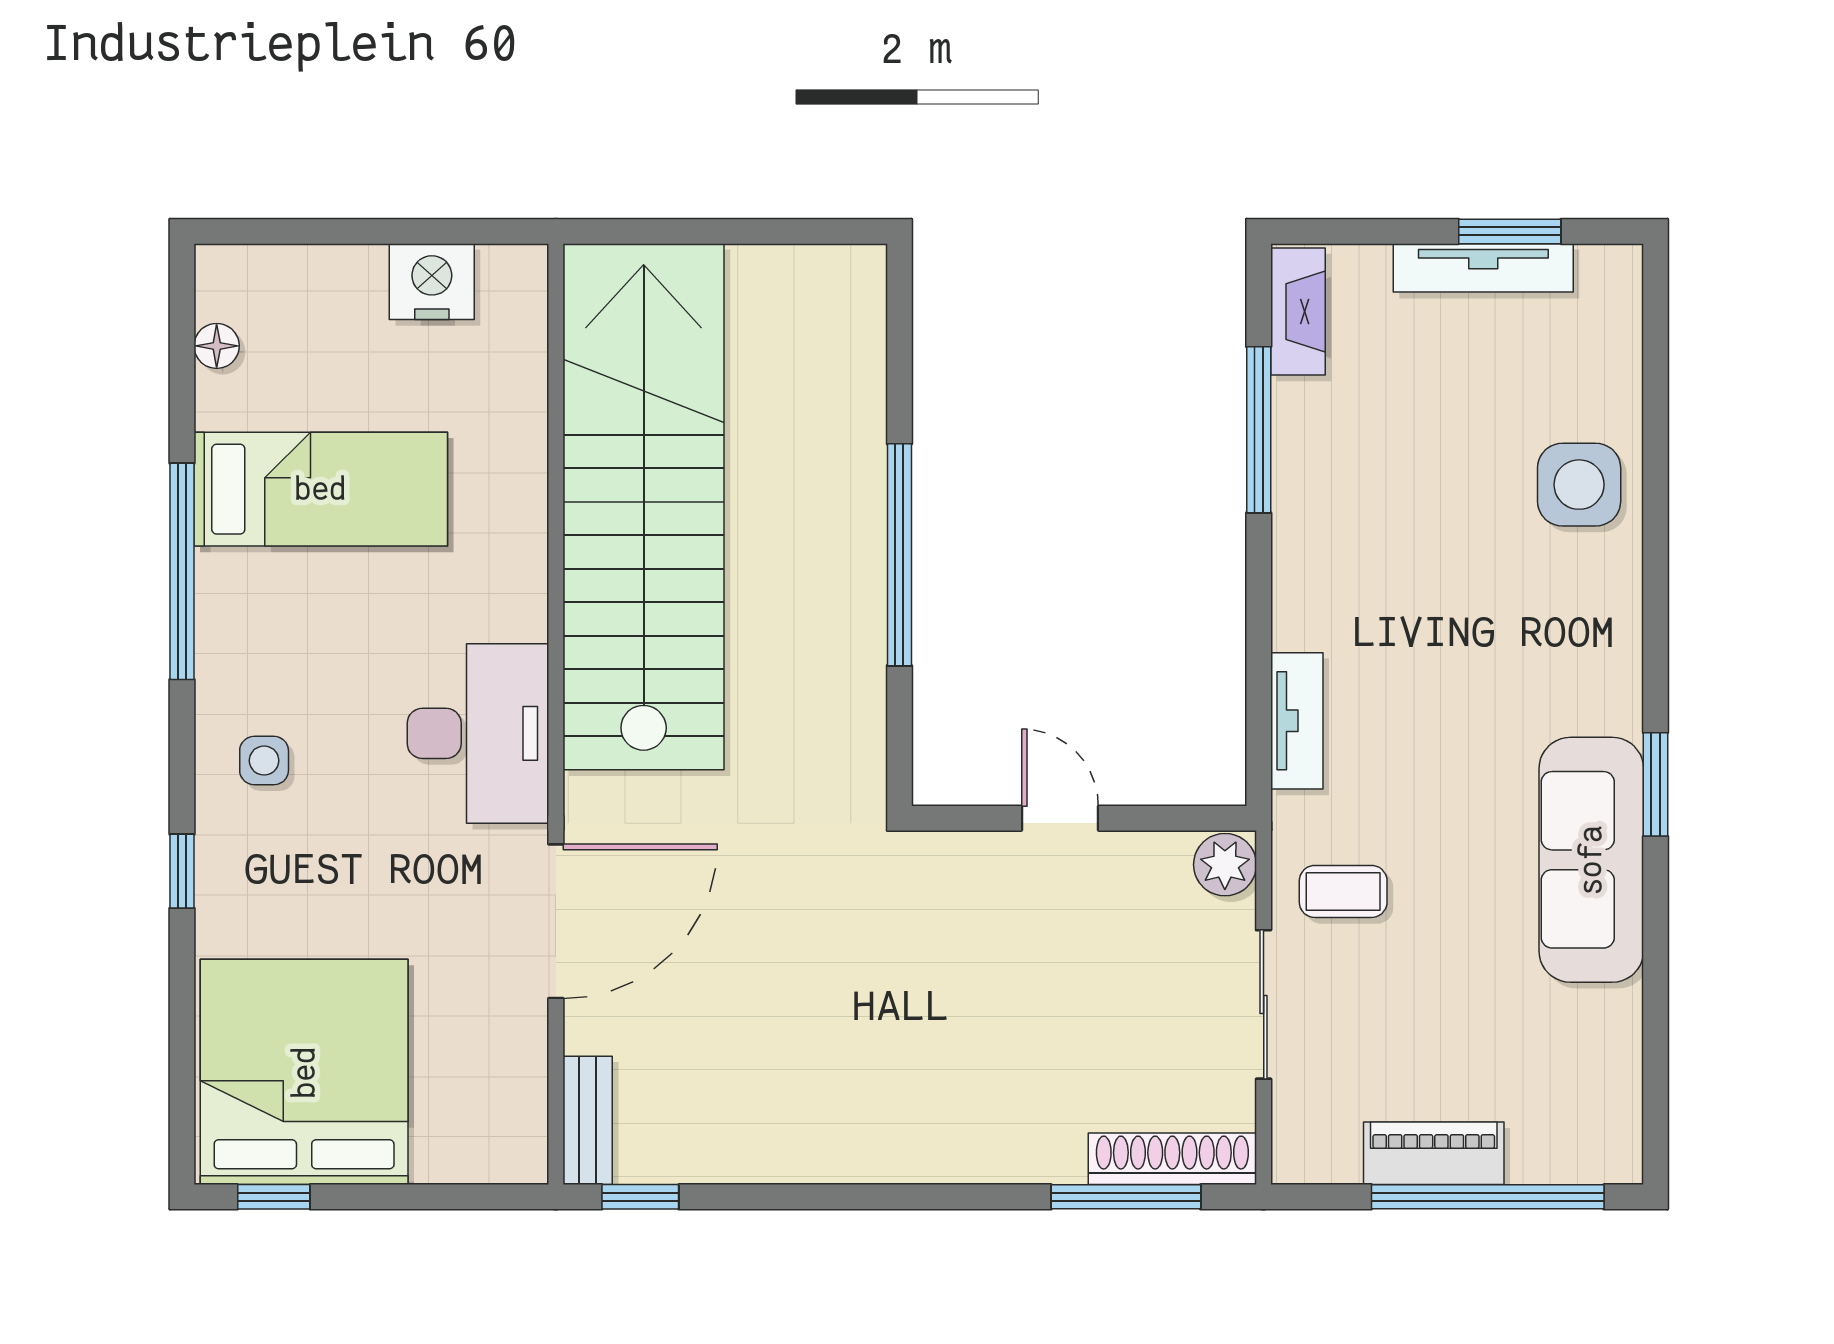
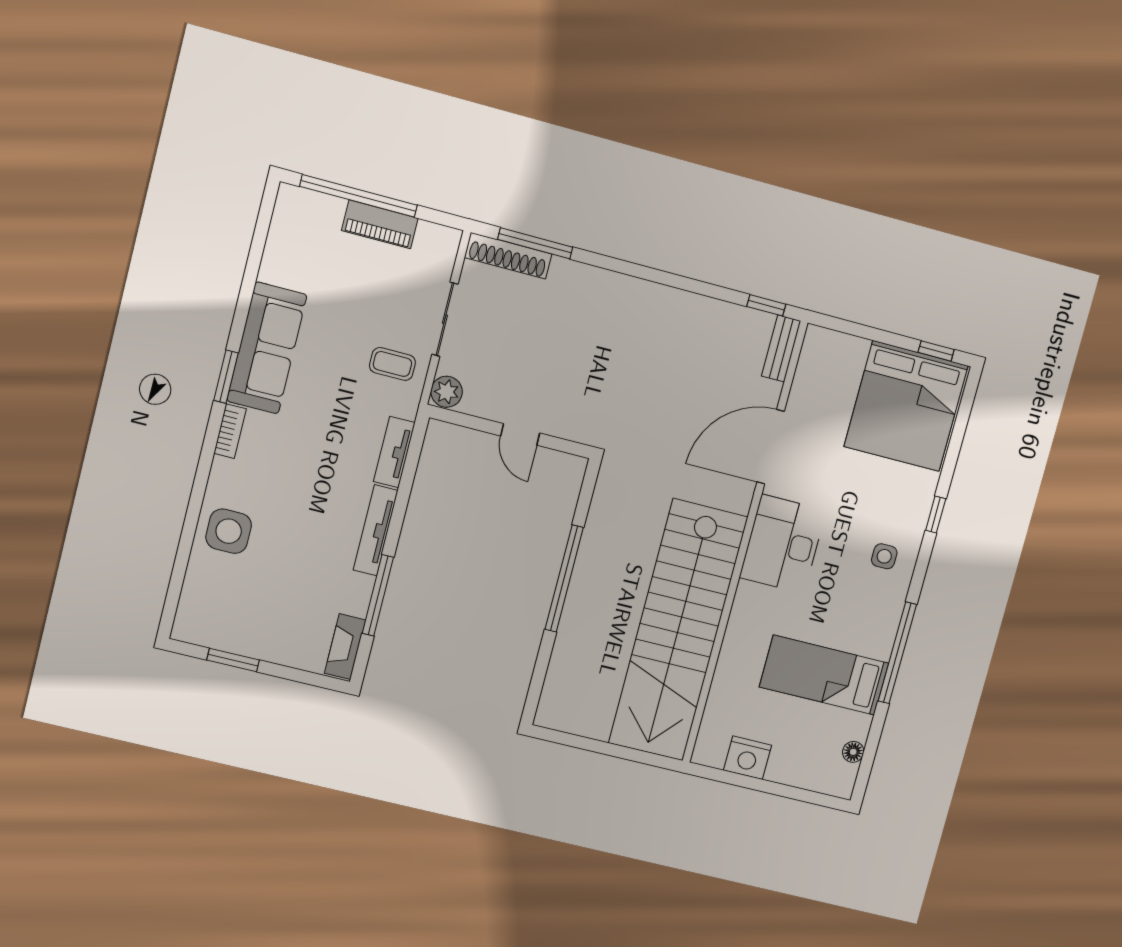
tv unit: (1483, 268) -> (376, 530), moved, turned -90
bookcase: (1623, 681) -> (230, 431), added

